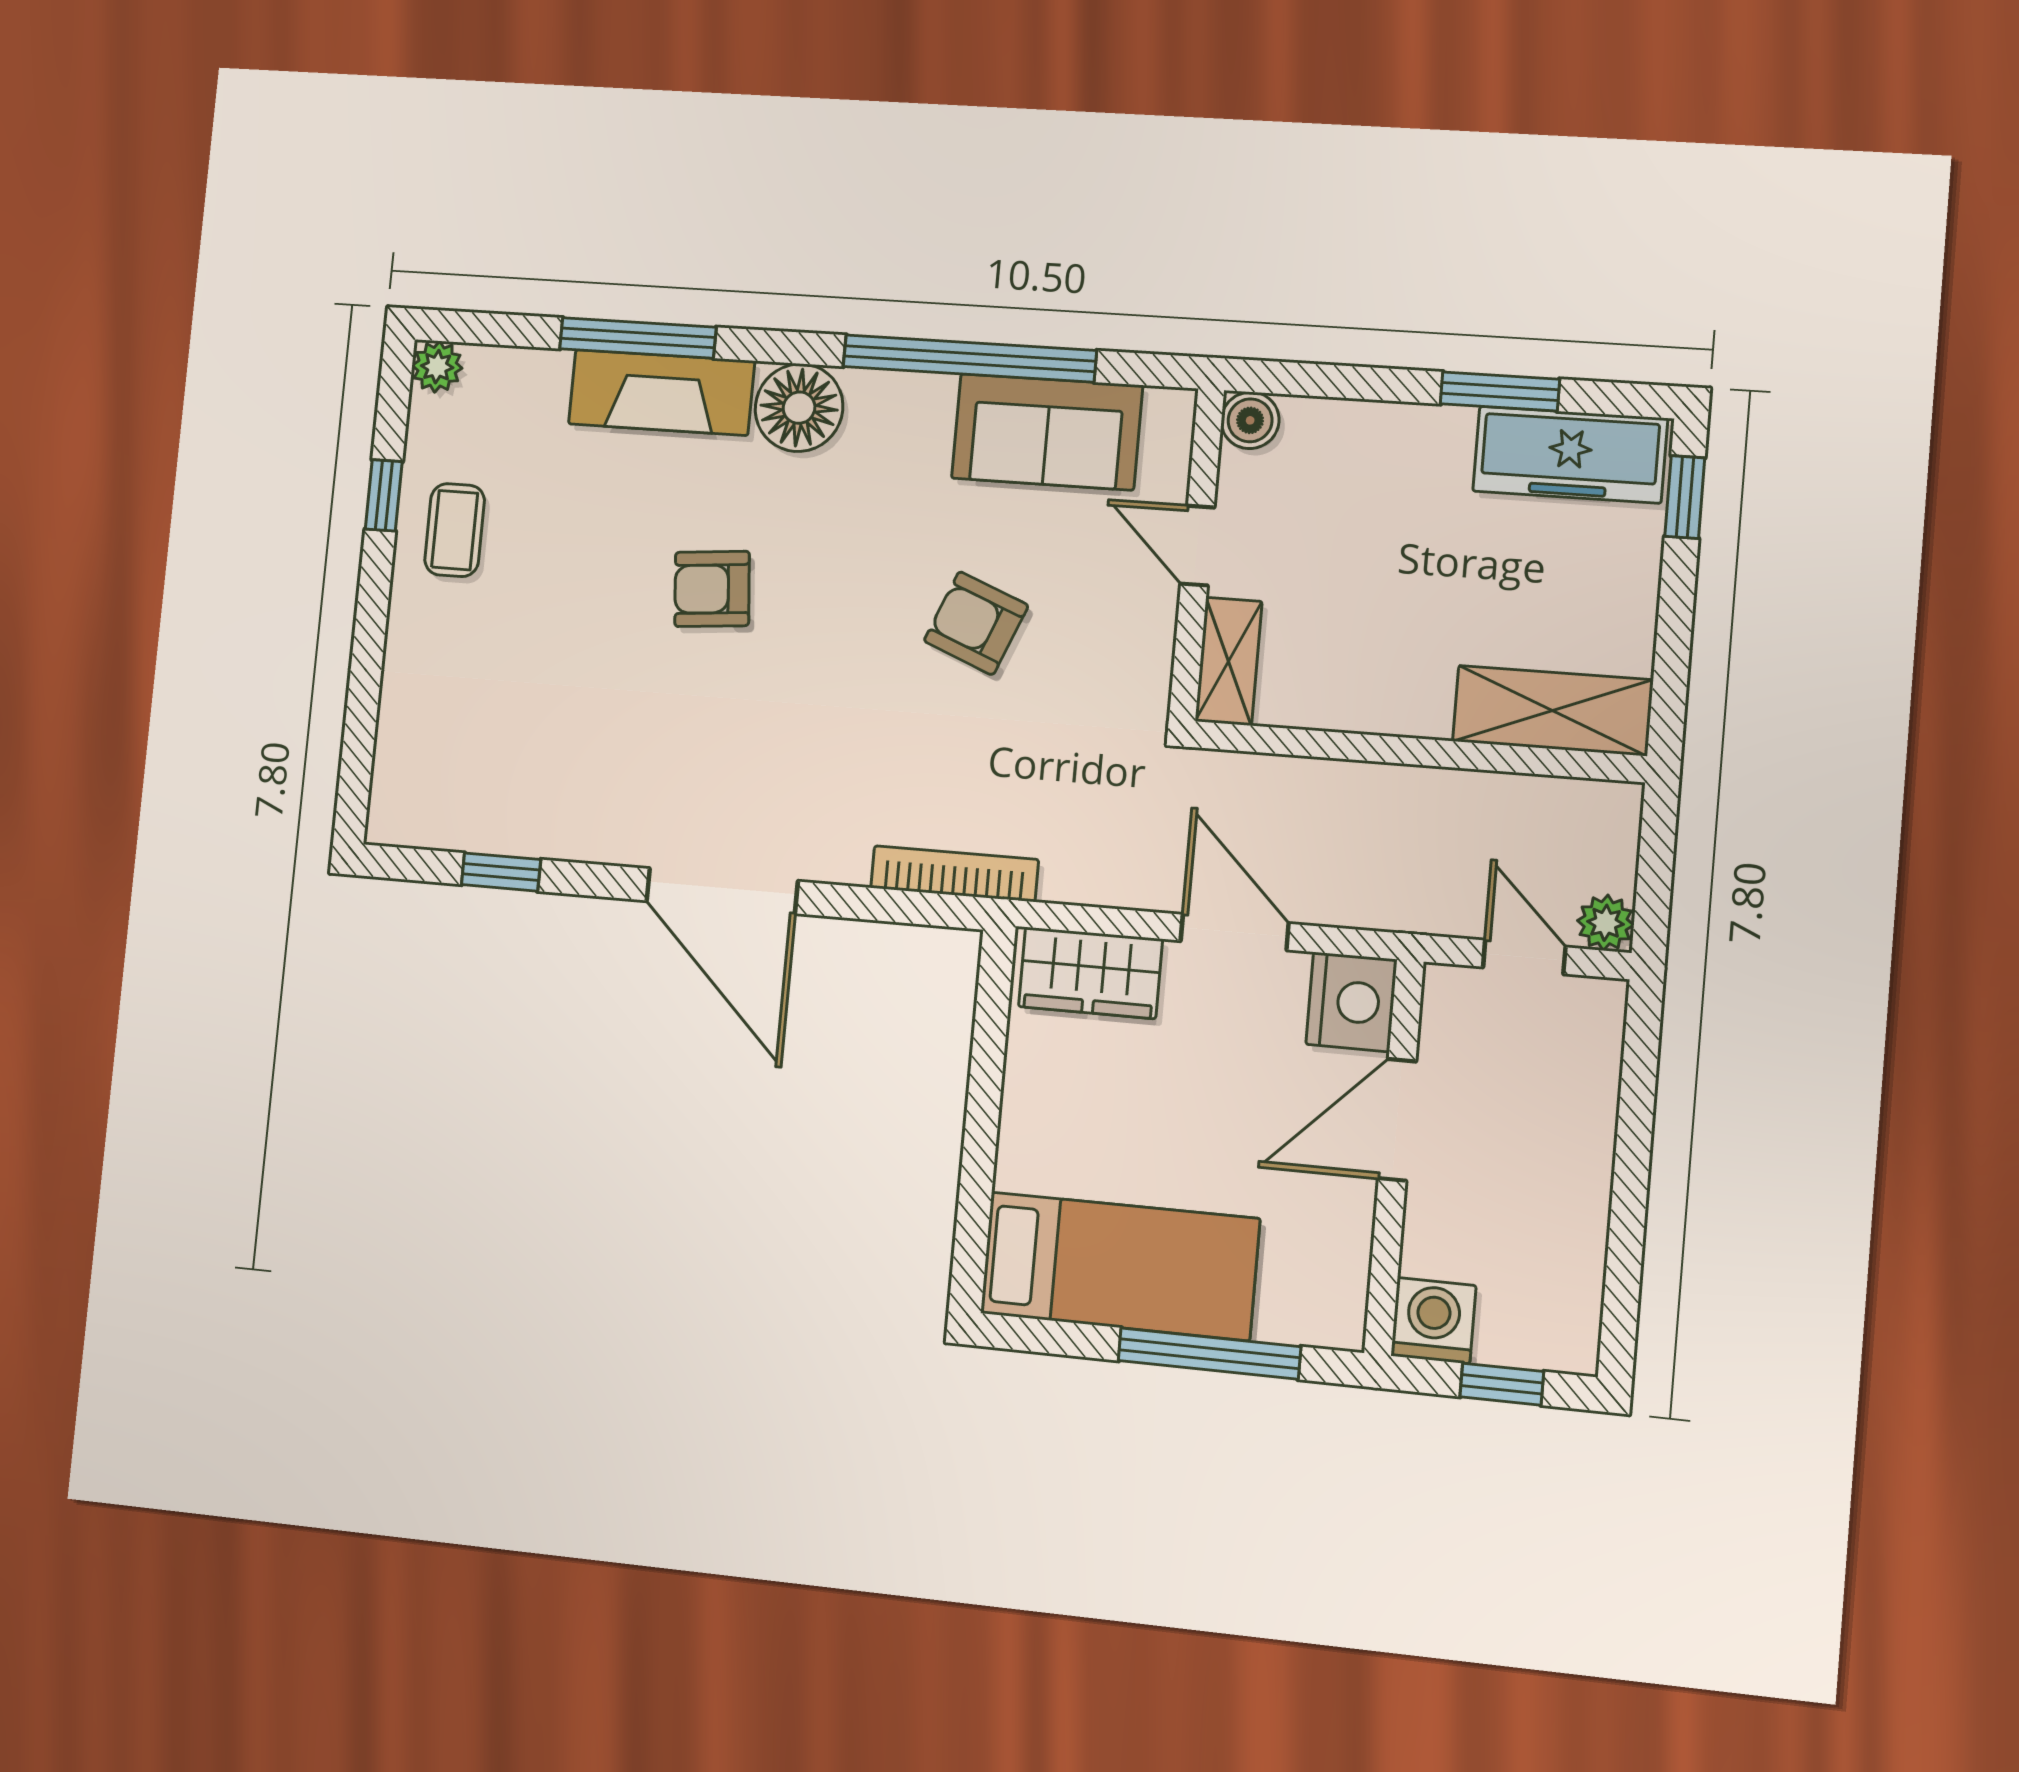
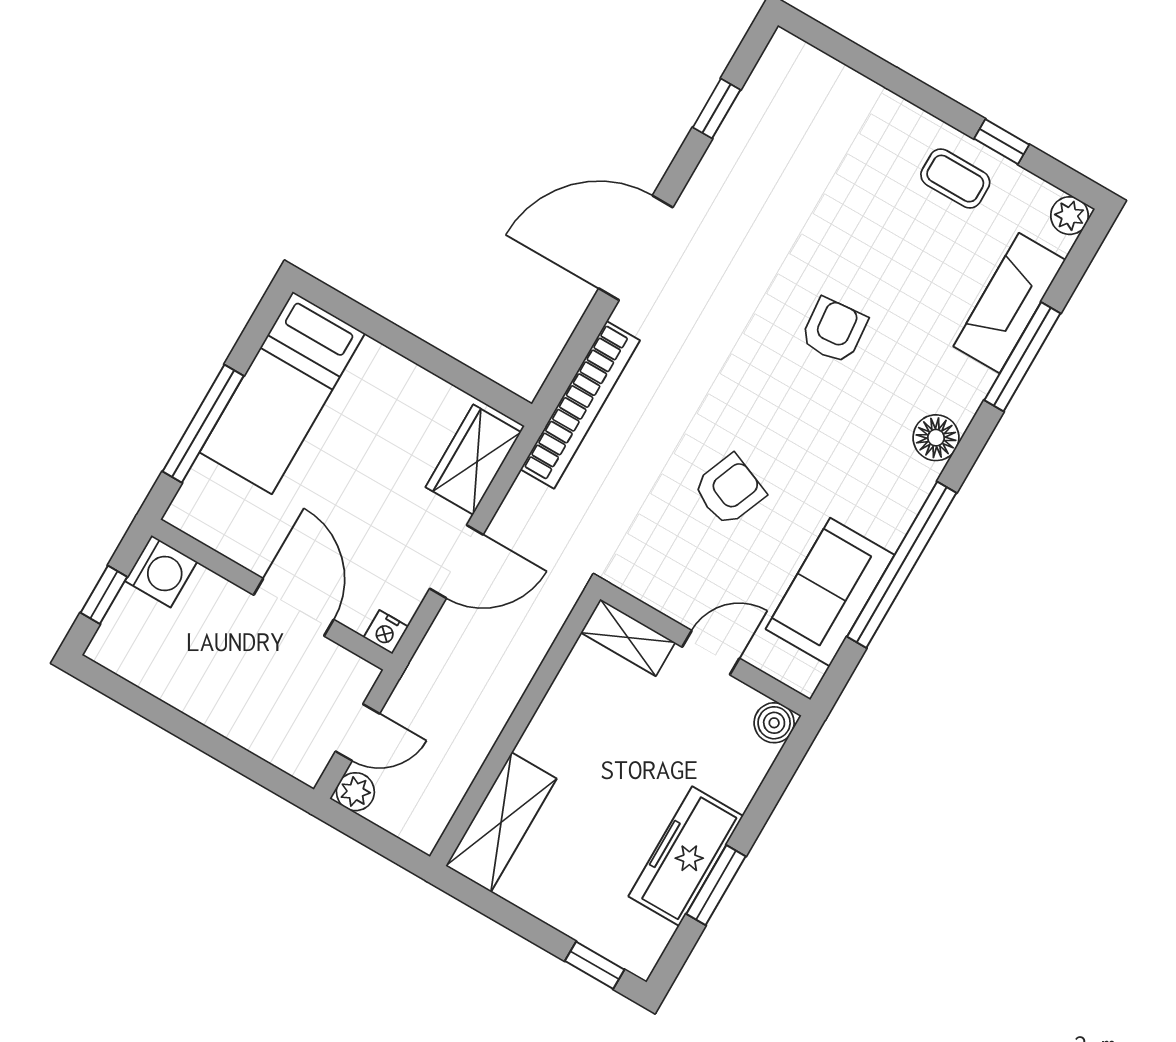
fireplace: (661, 392) -> (1009, 303), moved
floor lamp: (799, 408) -> (936, 438), width x0.73, depth x0.73
freezer: (1570, 455) -> (686, 856), moved
bookcase: (954, 874) -> (580, 405), width x1.48, depth x1.31
nightstand: (1351, 1002) -> (386, 632), width x0.53, depth x0.56

